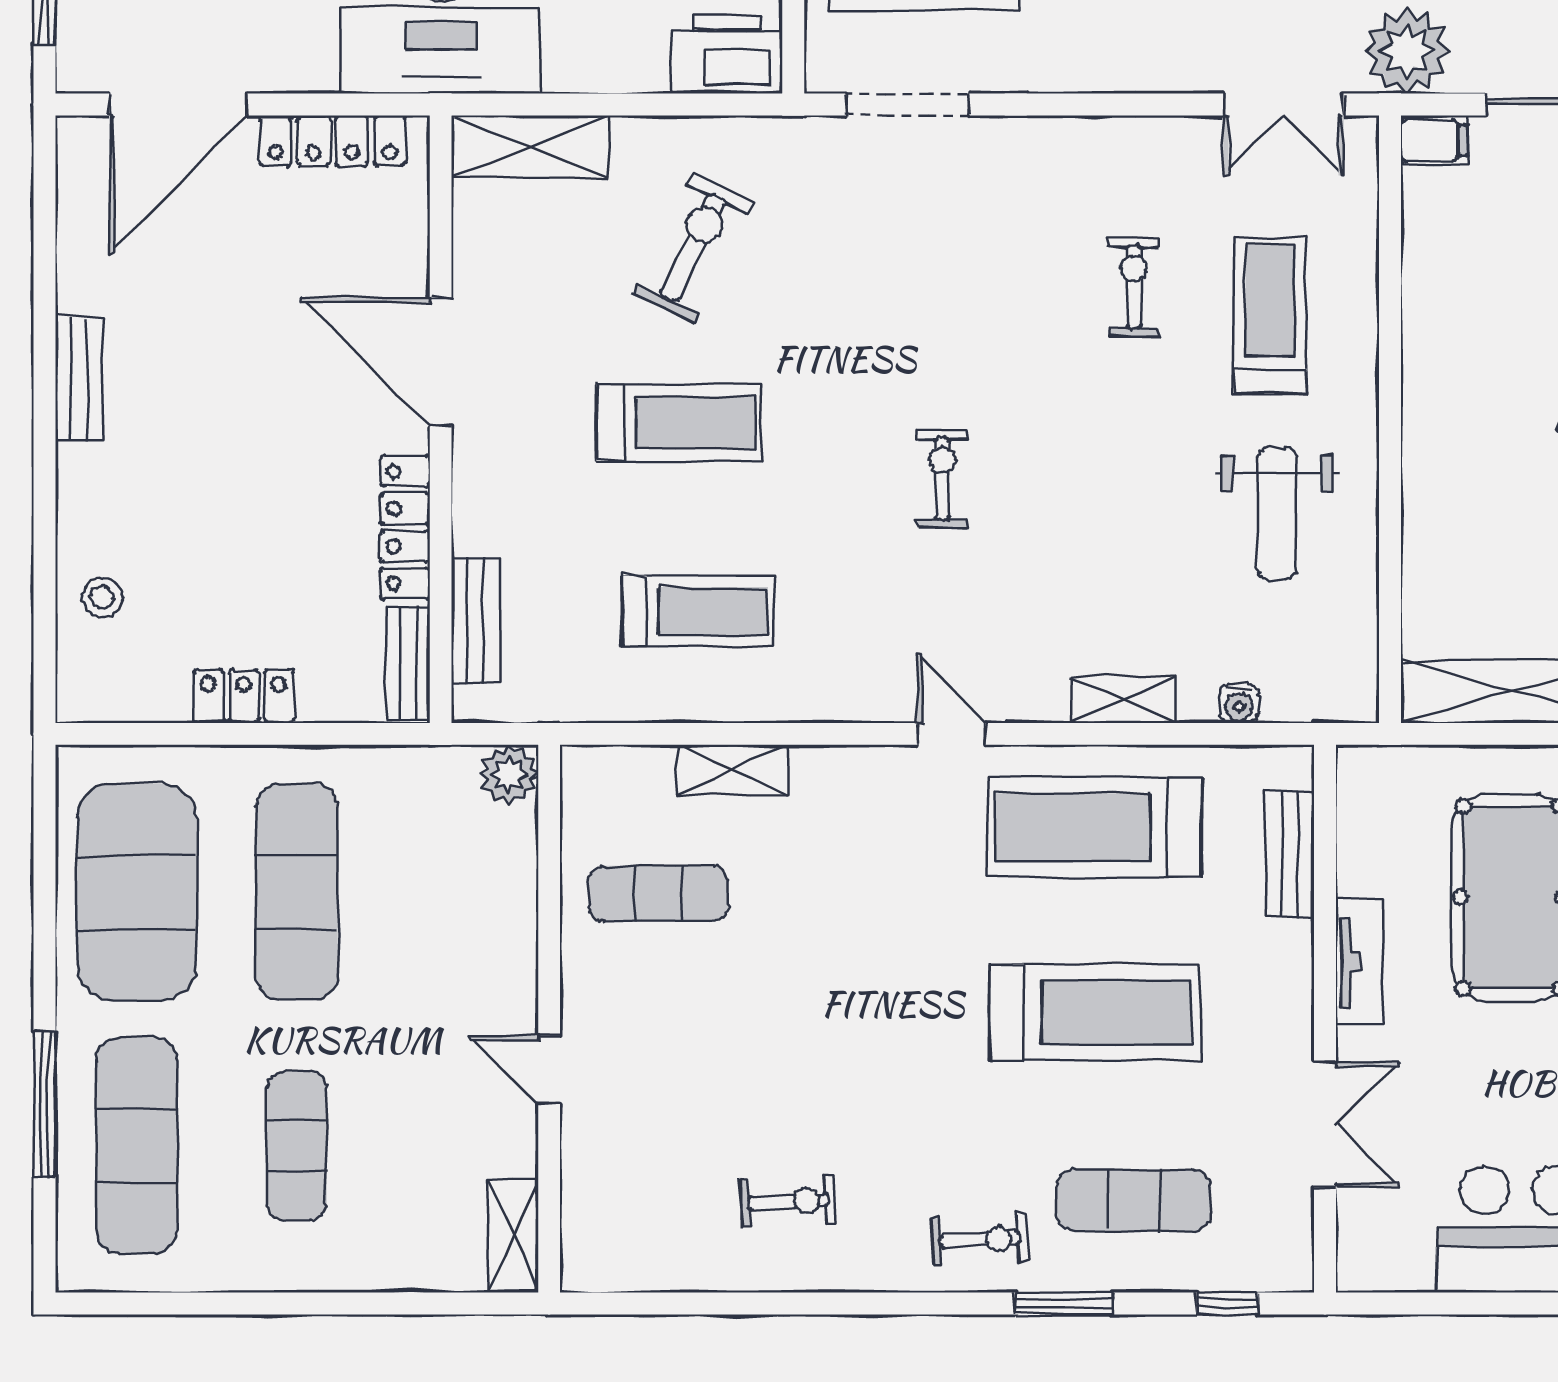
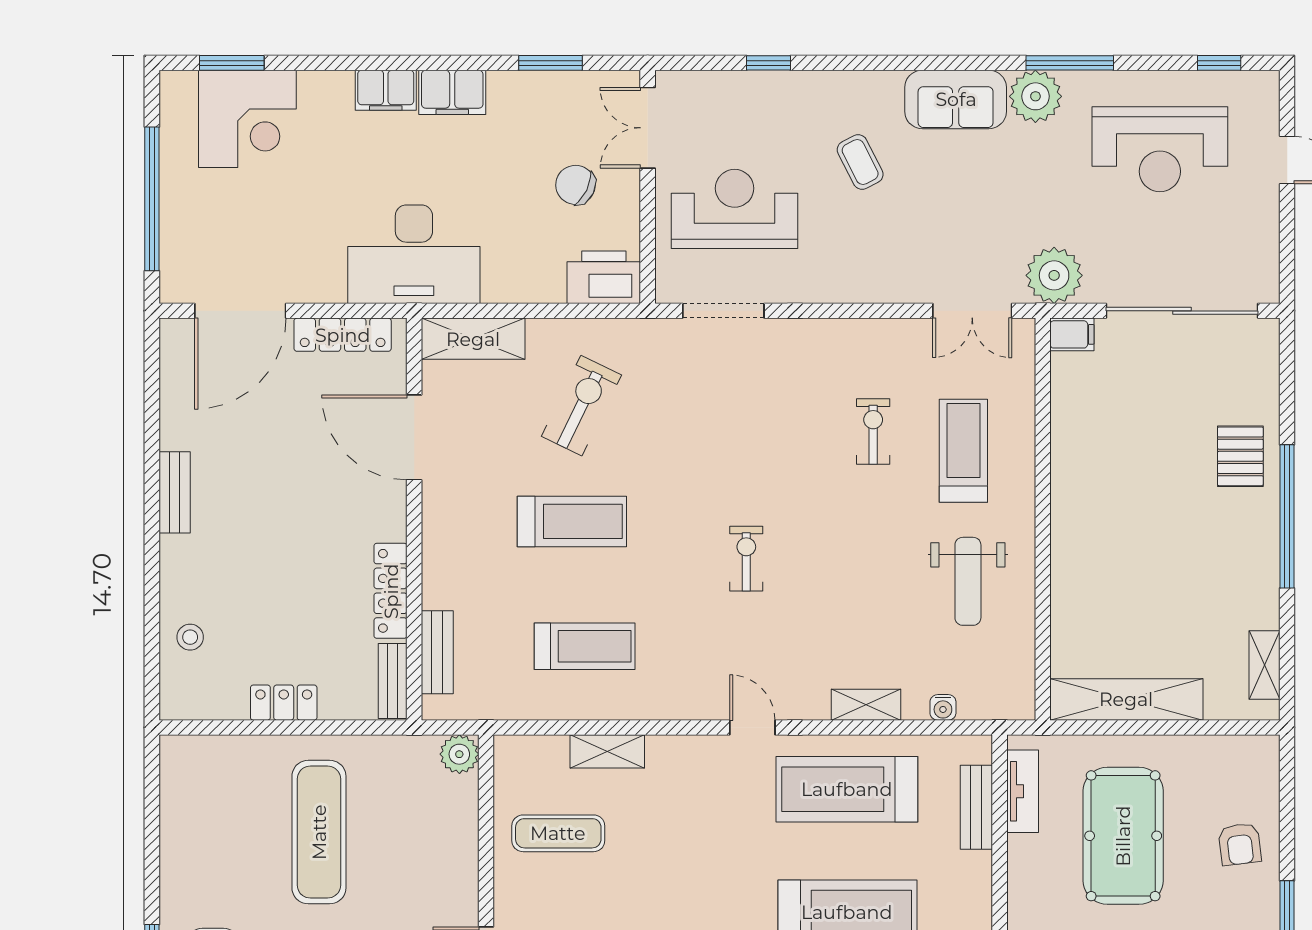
door: (441, 362) -> (414, 437), moved
exercise mat: (137, 892) -> (213, 832), removed
tv unit: (1360, 962) -> (1023, 791), moved

